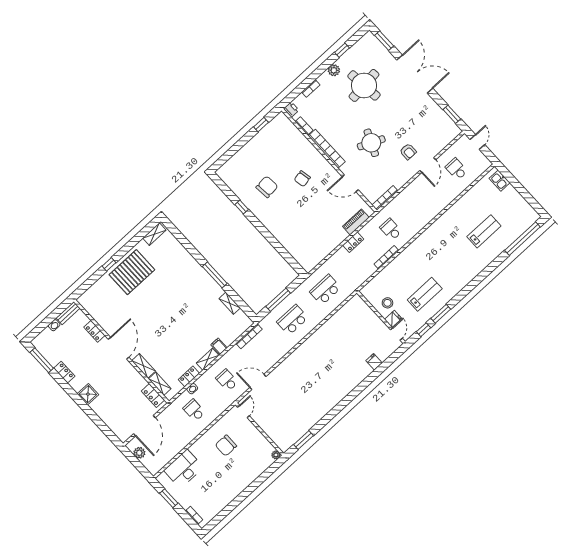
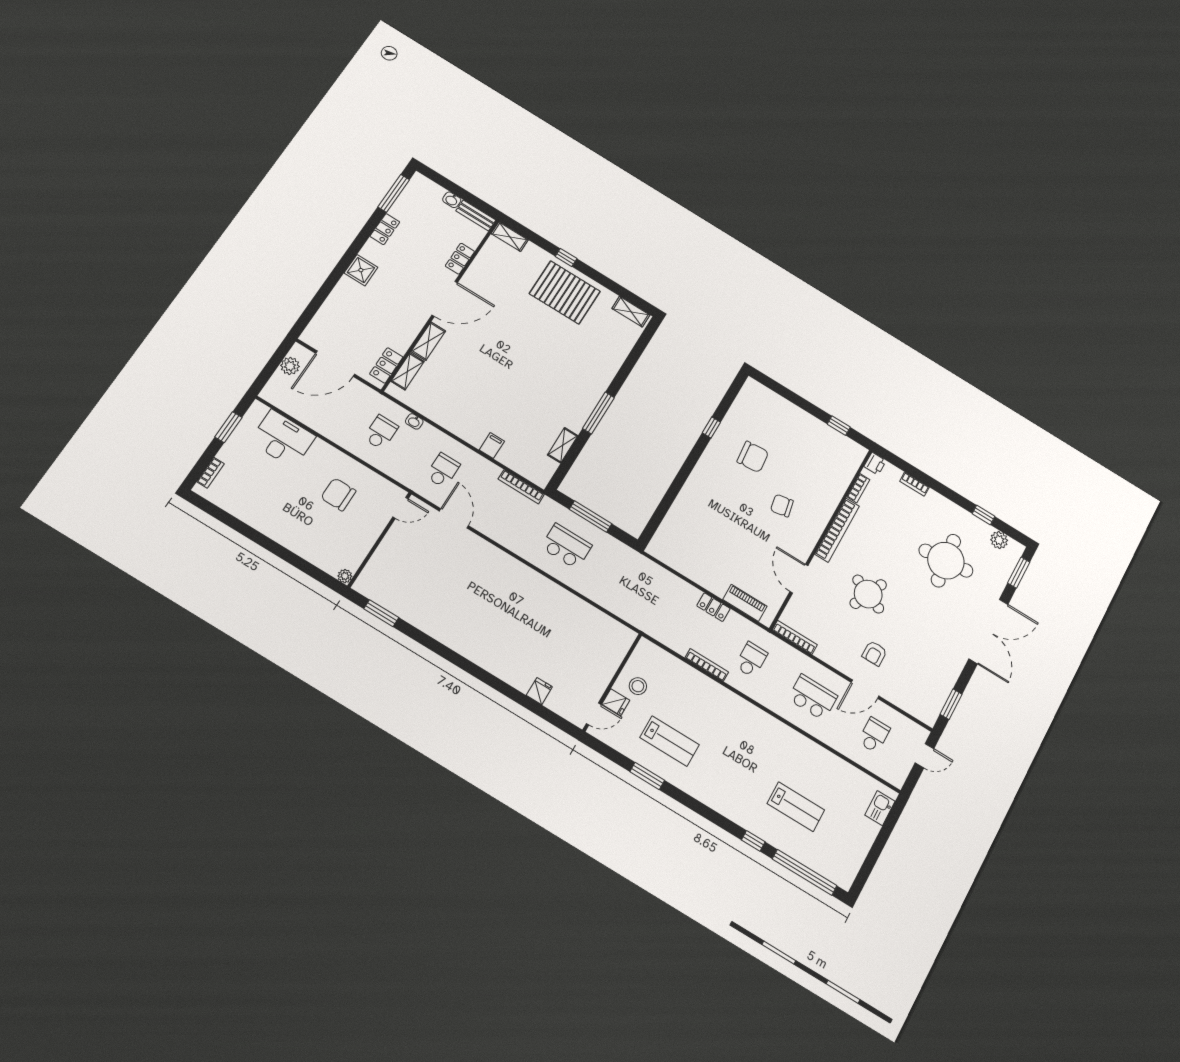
plant: (334, 70) -> (999, 540), moved
school desk: (325, 290) -> (813, 697), moved
window: (424, 330) -> (753, 841), moved
shelving: (208, 359) -> (510, 237), moved
locker: (189, 376) -> (432, 412), removed

